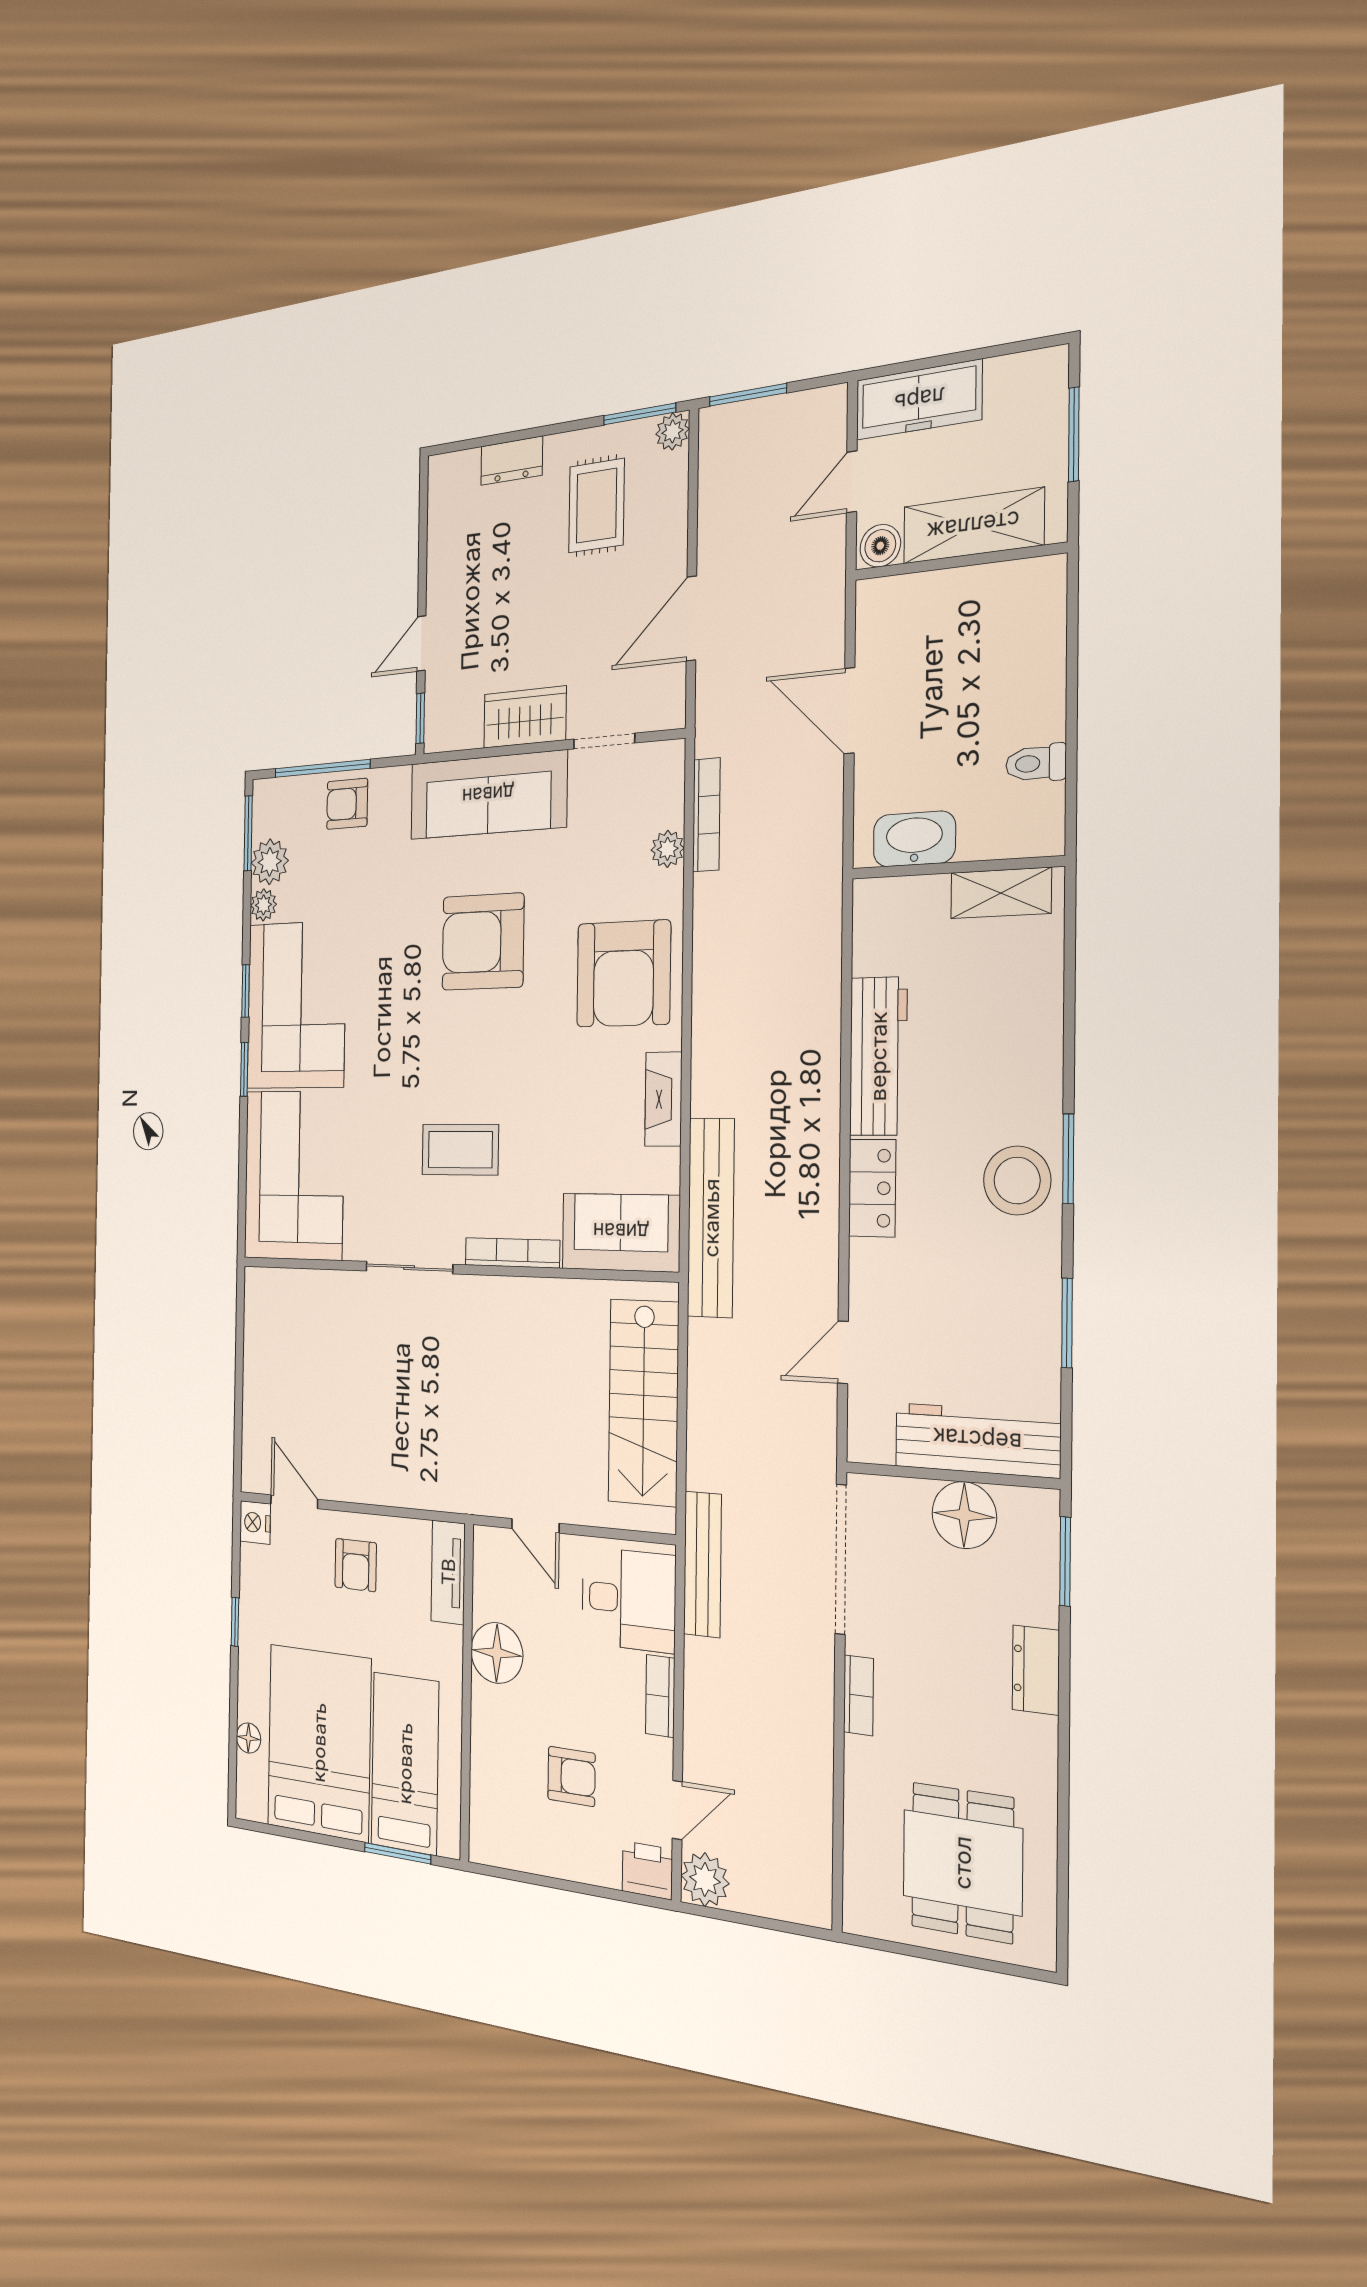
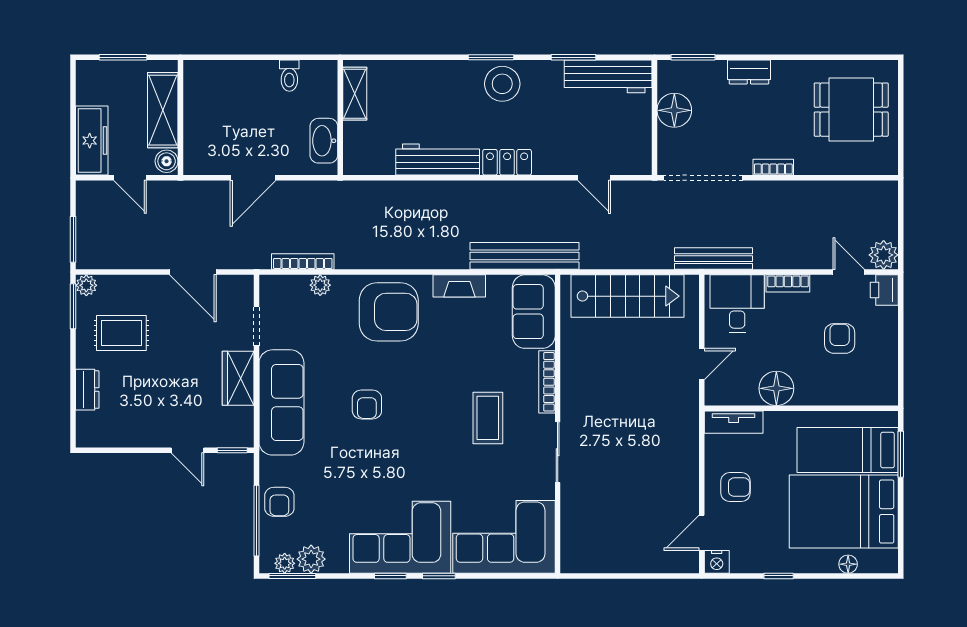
plant: (263, 905) -> (285, 563), moved
armchair: (483, 942) -> (367, 405), width x0.53, depth x0.53
workbench: (977, 1440) -> (608, 76), moved, turned -90

